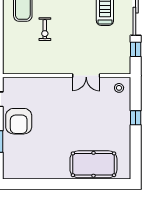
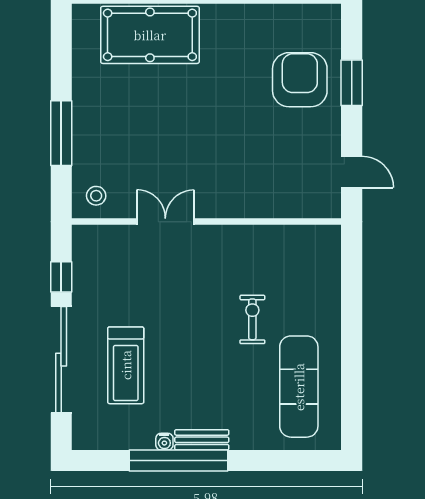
window: (136, 118) -> (61, 133), width x2.17
armchair: (19, 121) -> (300, 80), moved

